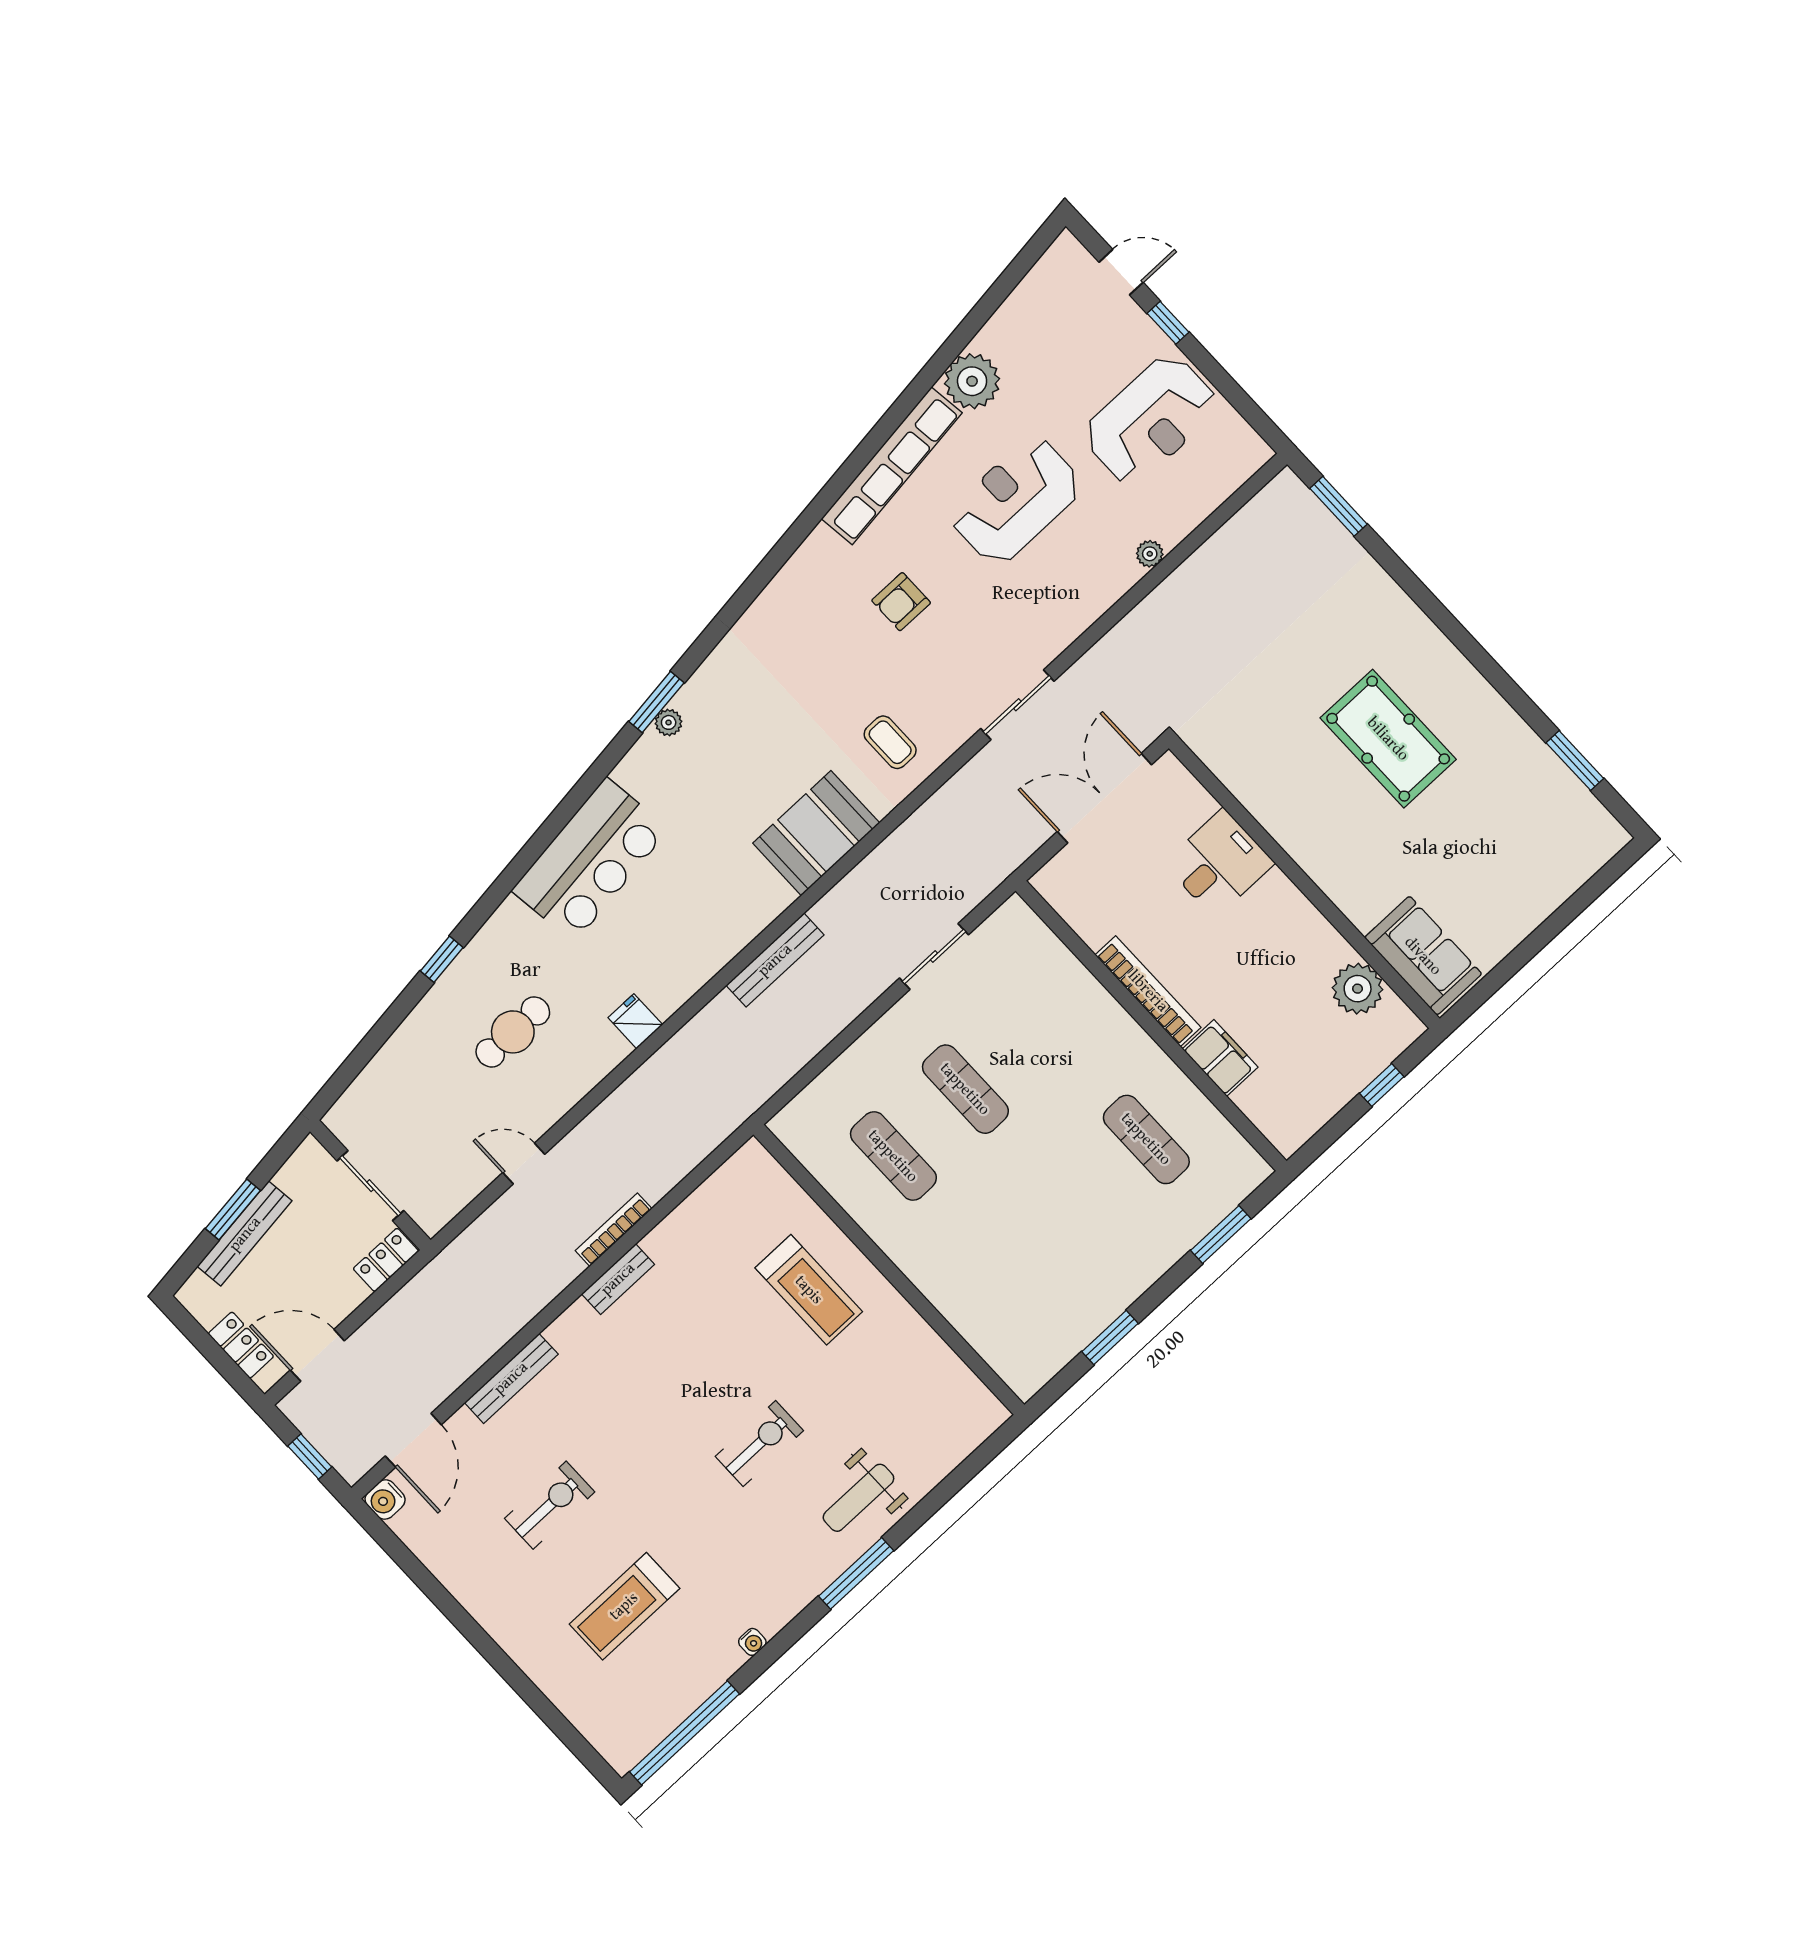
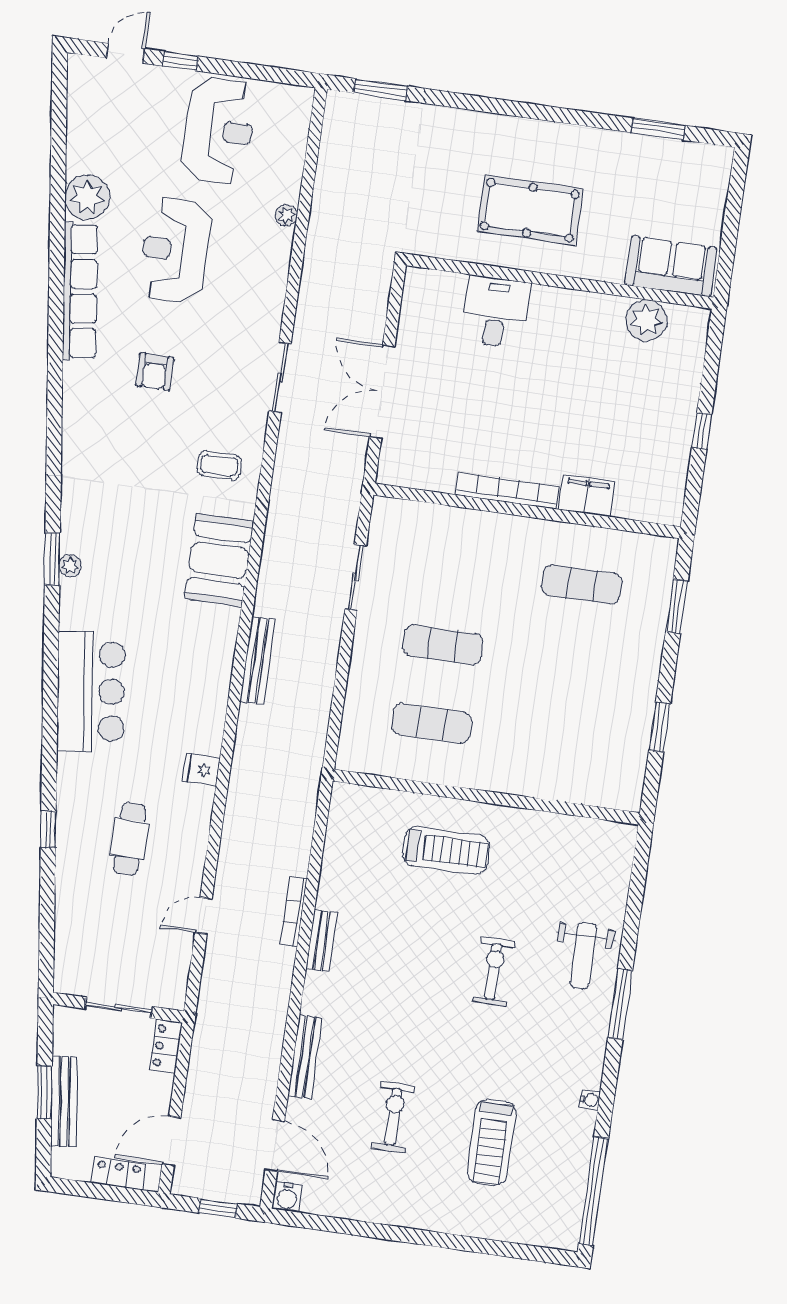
desk: (1219, 863) -> (496, 312), moved
wall: (1304, 883) -> (560, 281), moved
sofa: (1423, 956) -> (671, 266), moved
plant: (1358, 989) -> (646, 320), moved

